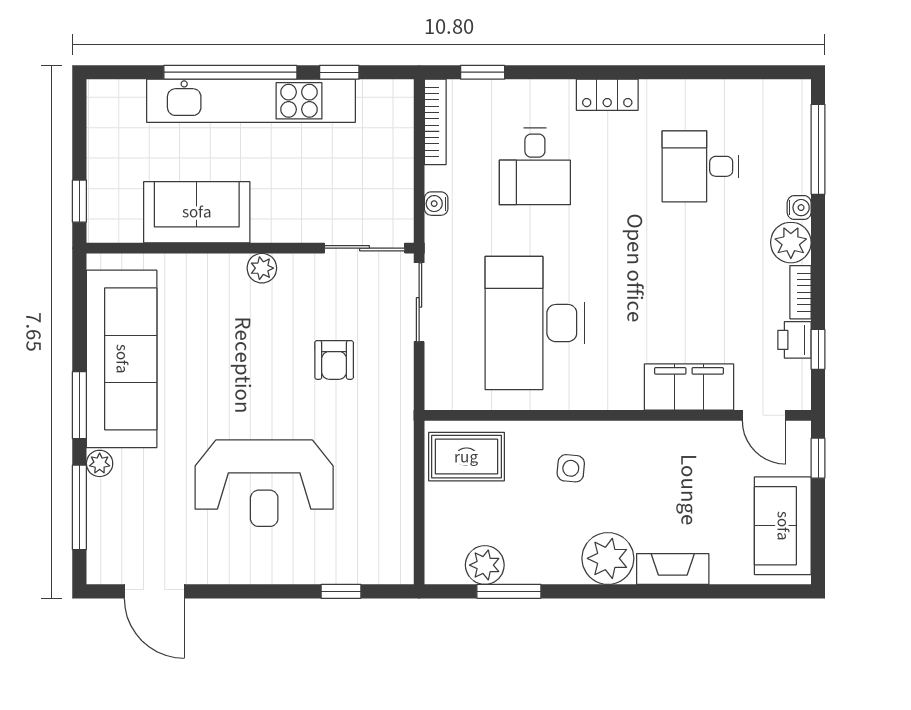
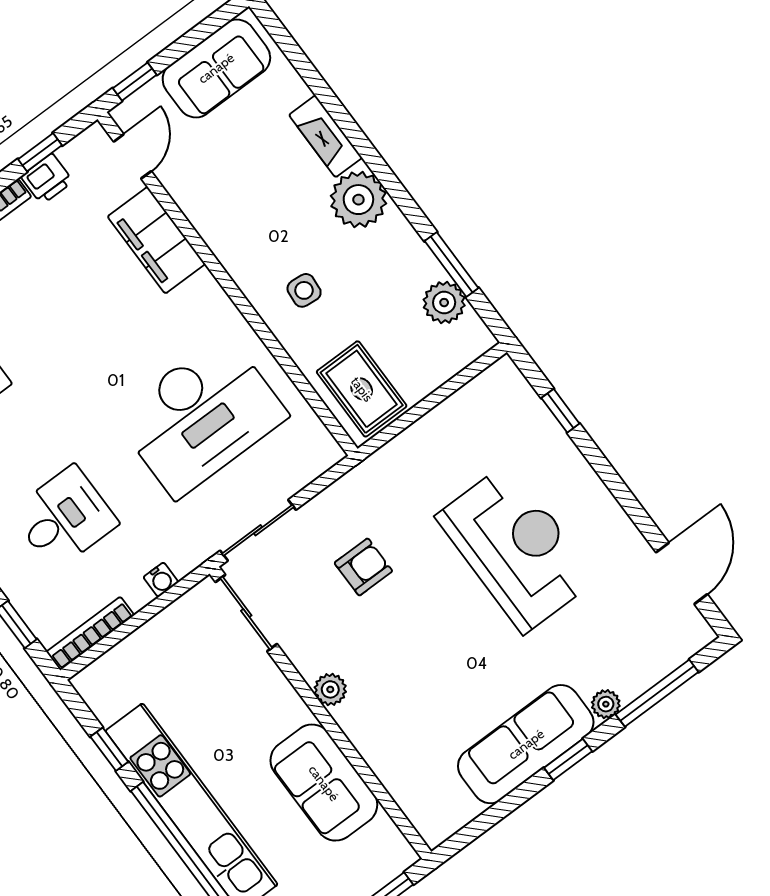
sofa: (122, 359) -> (526, 744), width x0.74, depth x0.79
window: (79, 405) -> (568, 760), width x0.67

